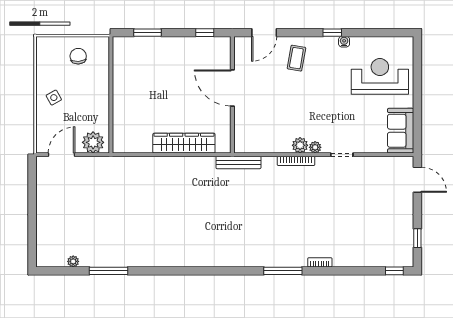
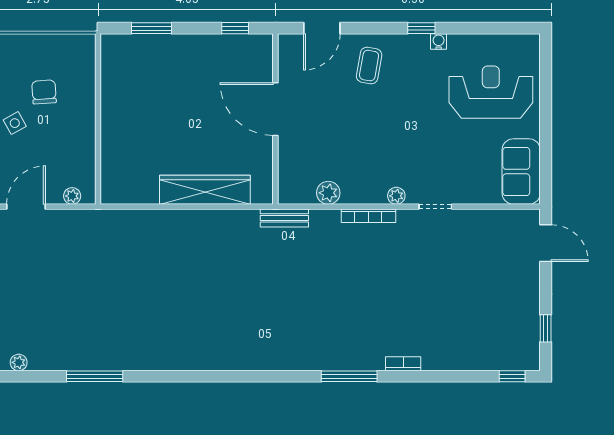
chair: (78, 56) -> (44, 92), moved
plant: (93, 142) -> (72, 196), width x0.53, depth x0.53
plant: (300, 145) -> (328, 193), moved
bench: (238, 162) -> (284, 218), width x0.73
plant: (73, 261) -> (19, 362), moved

